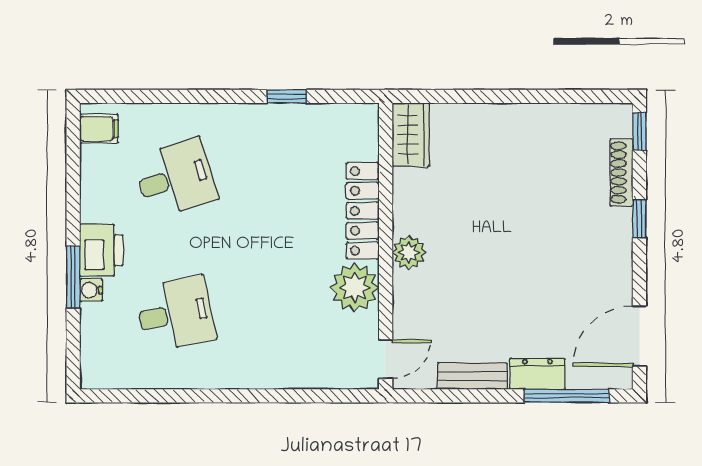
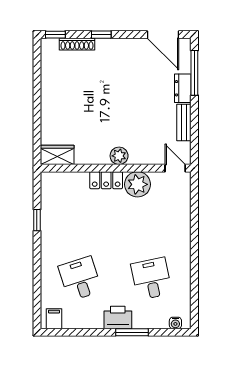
locker: (363, 211) -> (106, 180), width x0.66
water cooler: (91, 290) -> (175, 323), moved

